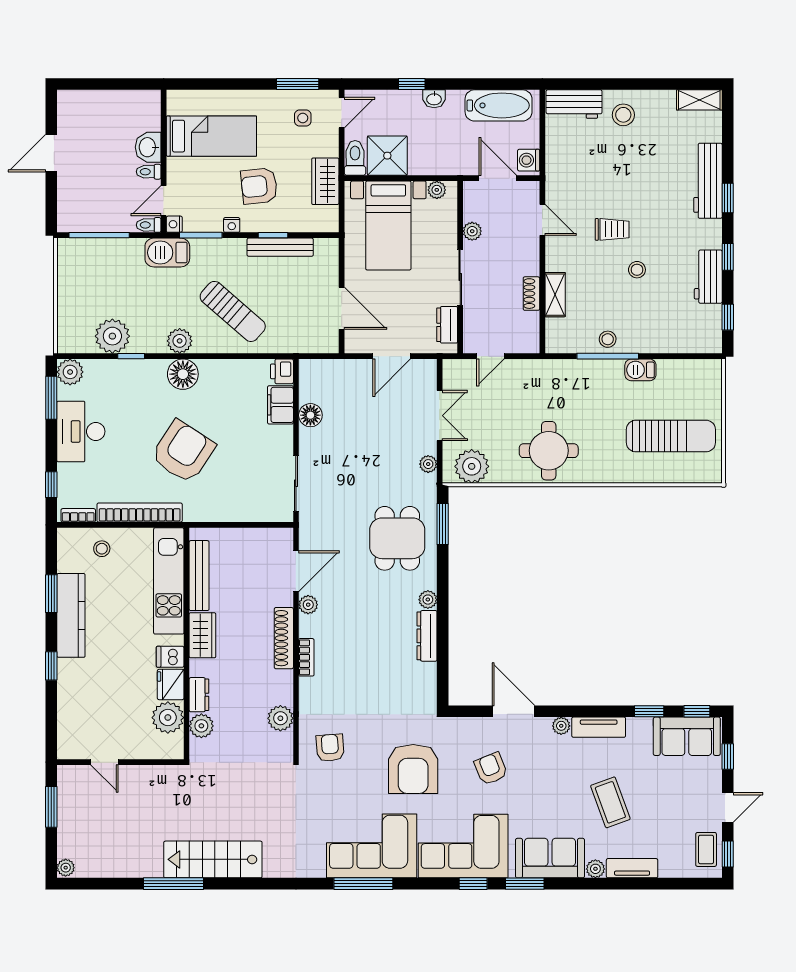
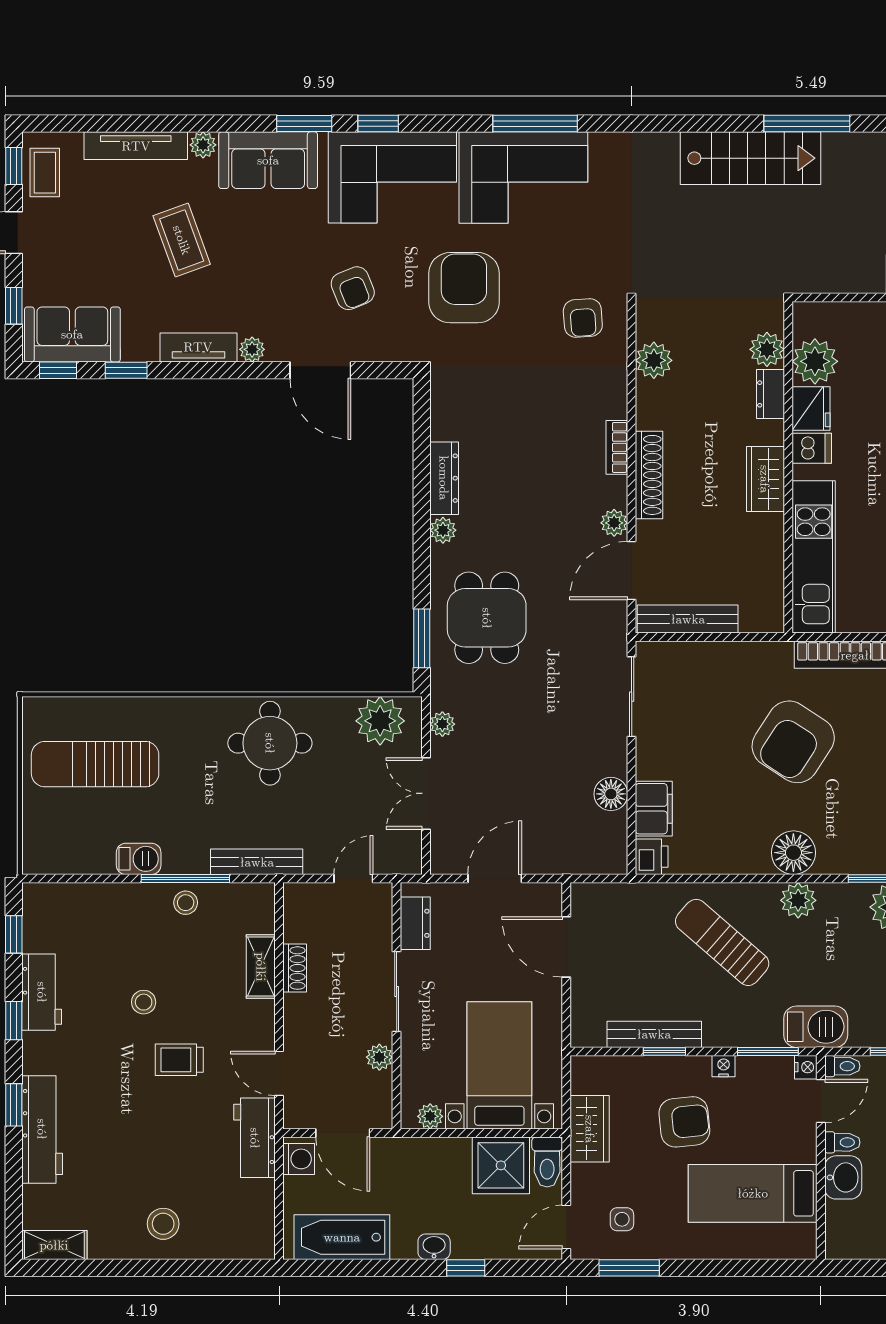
workbench: (574, 104) -> (255, 1138), moved, turned -90
bench: (558, 368) -> (257, 862), added
bench: (199, 576) -> (688, 619), moved, turned 90
tv unit: (632, 868) -> (136, 146), width x1.41

